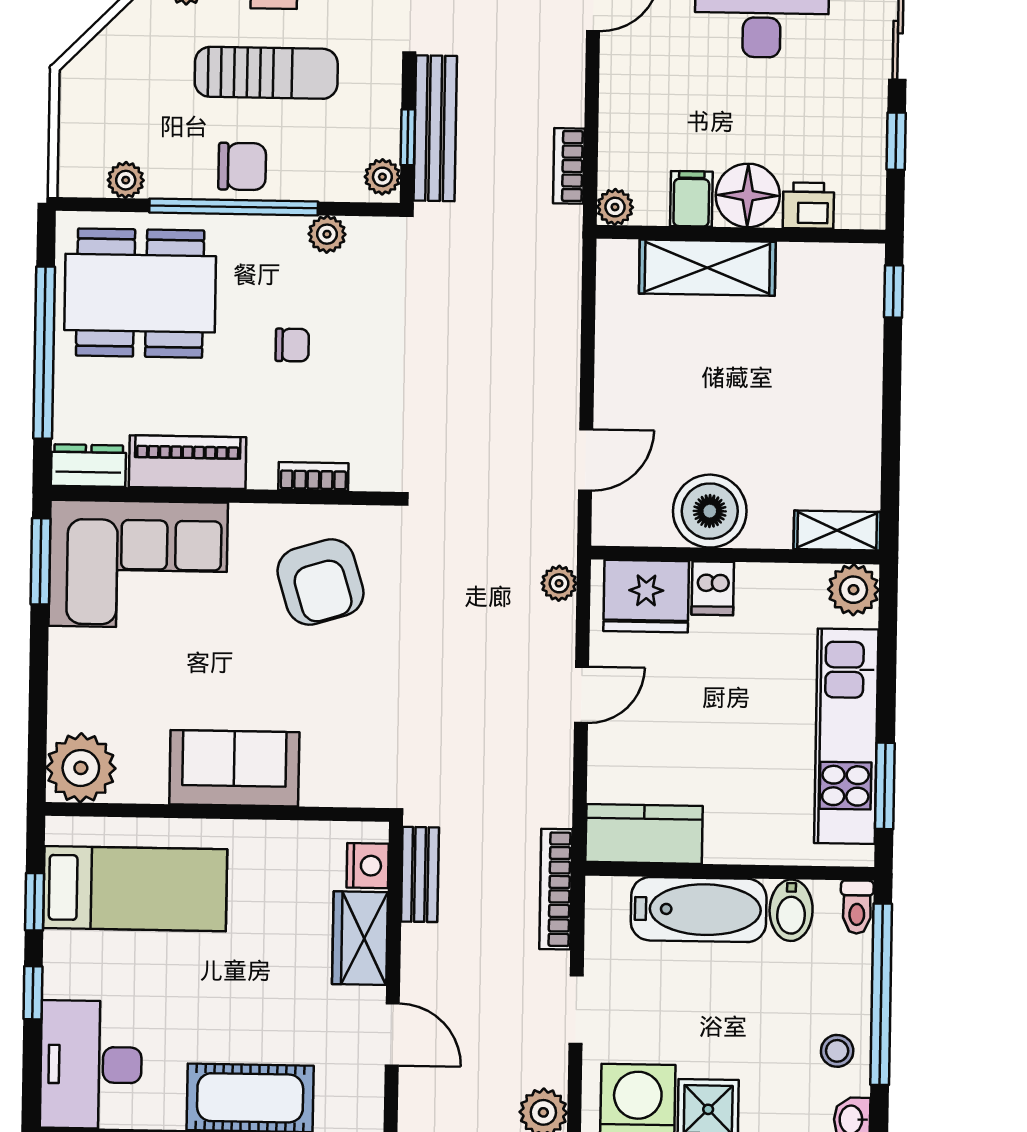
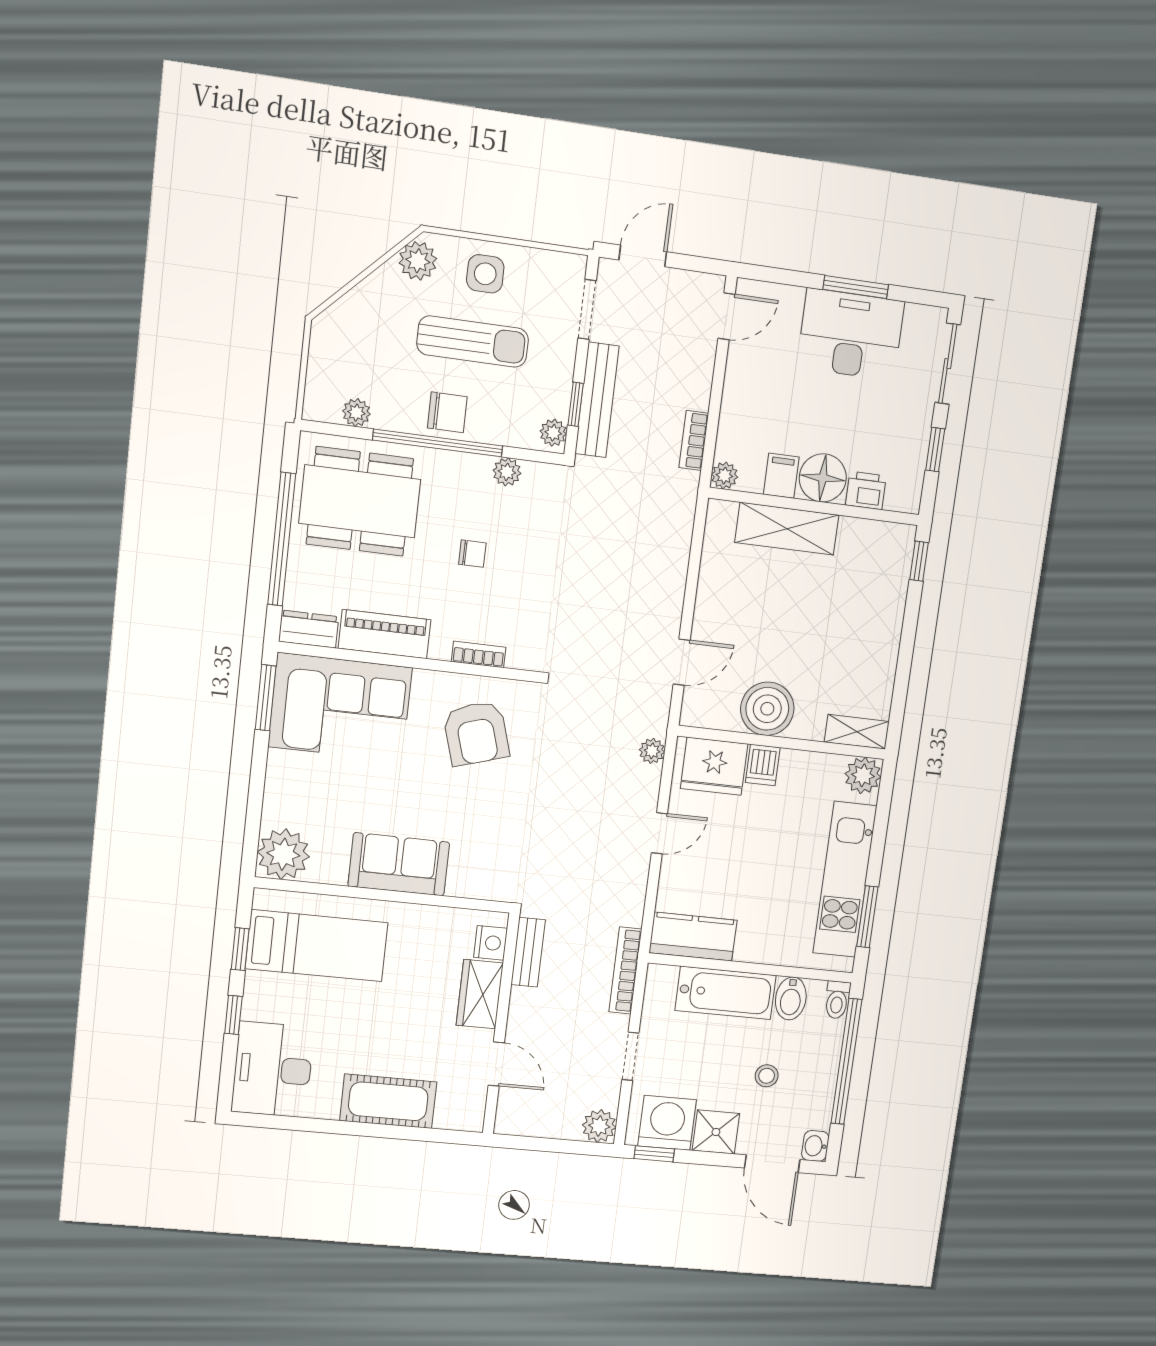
stool: (837, 1051) -> (767, 1076), moved

